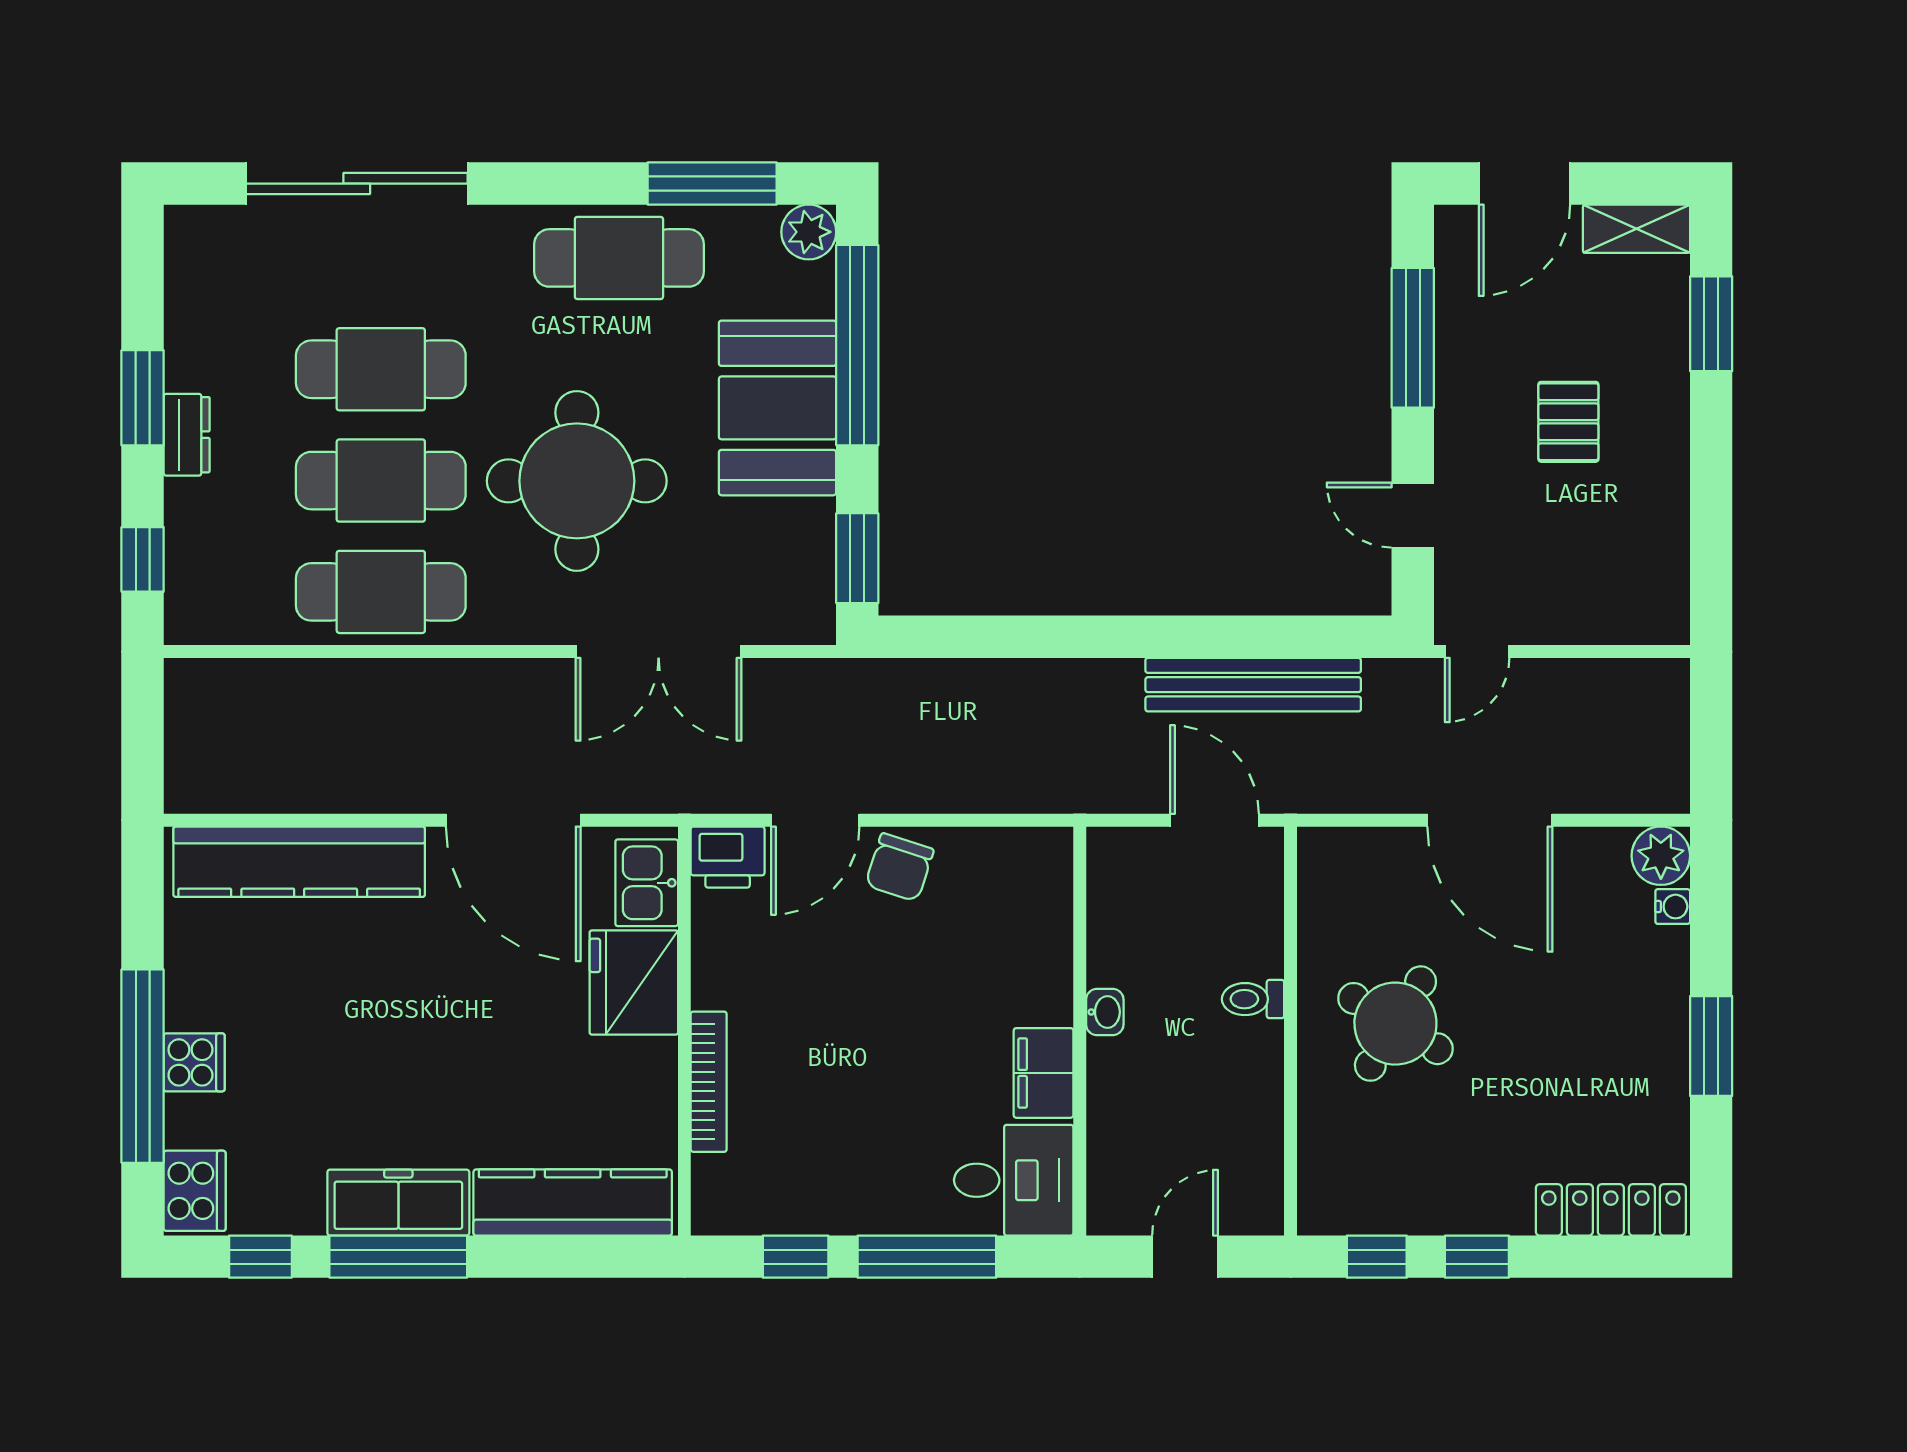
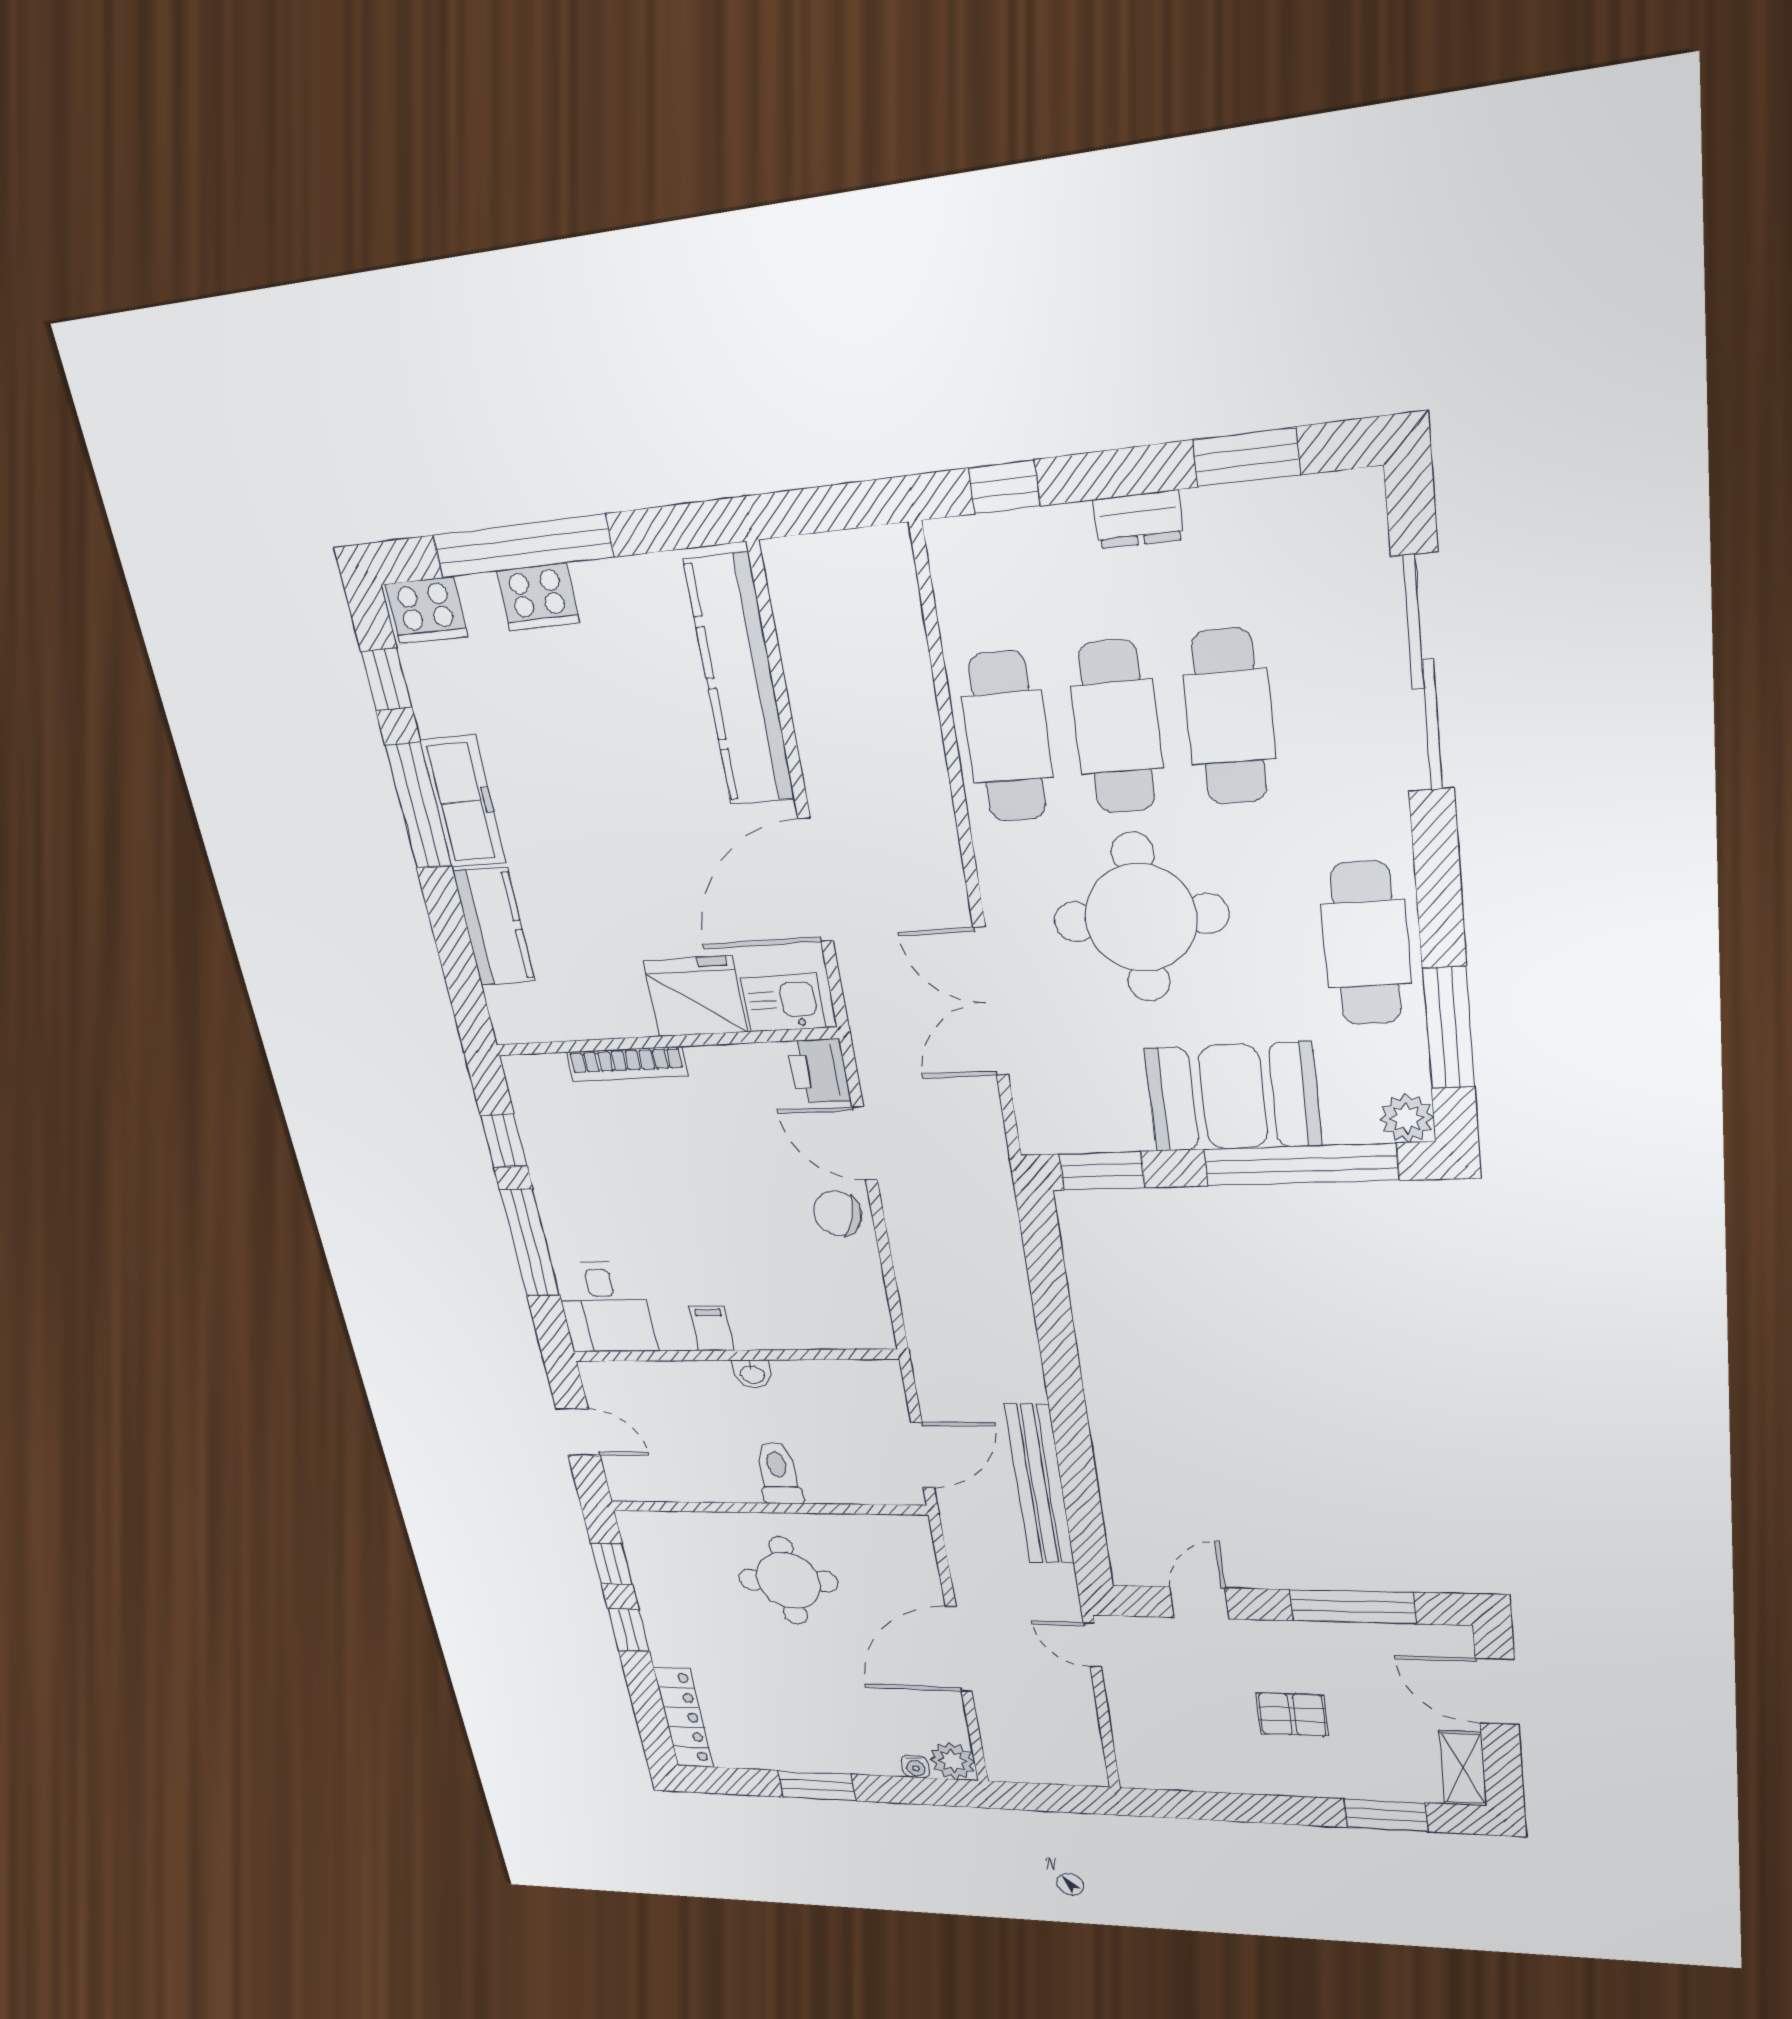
window: (143, 398) -> (1246, 457), moved
toilet: (1253, 999) -> (778, 1473), width x1.37, depth x1.39
round table: (1395, 1024) -> (788, 1581), turned -31
cooker: (194, 1062) -> (538, 597), width x1.36
filing cabinet: (1044, 1073) -> (712, 1328), width x0.50
kitchen counter: (573, 1202) -> (494, 927), width x0.67

